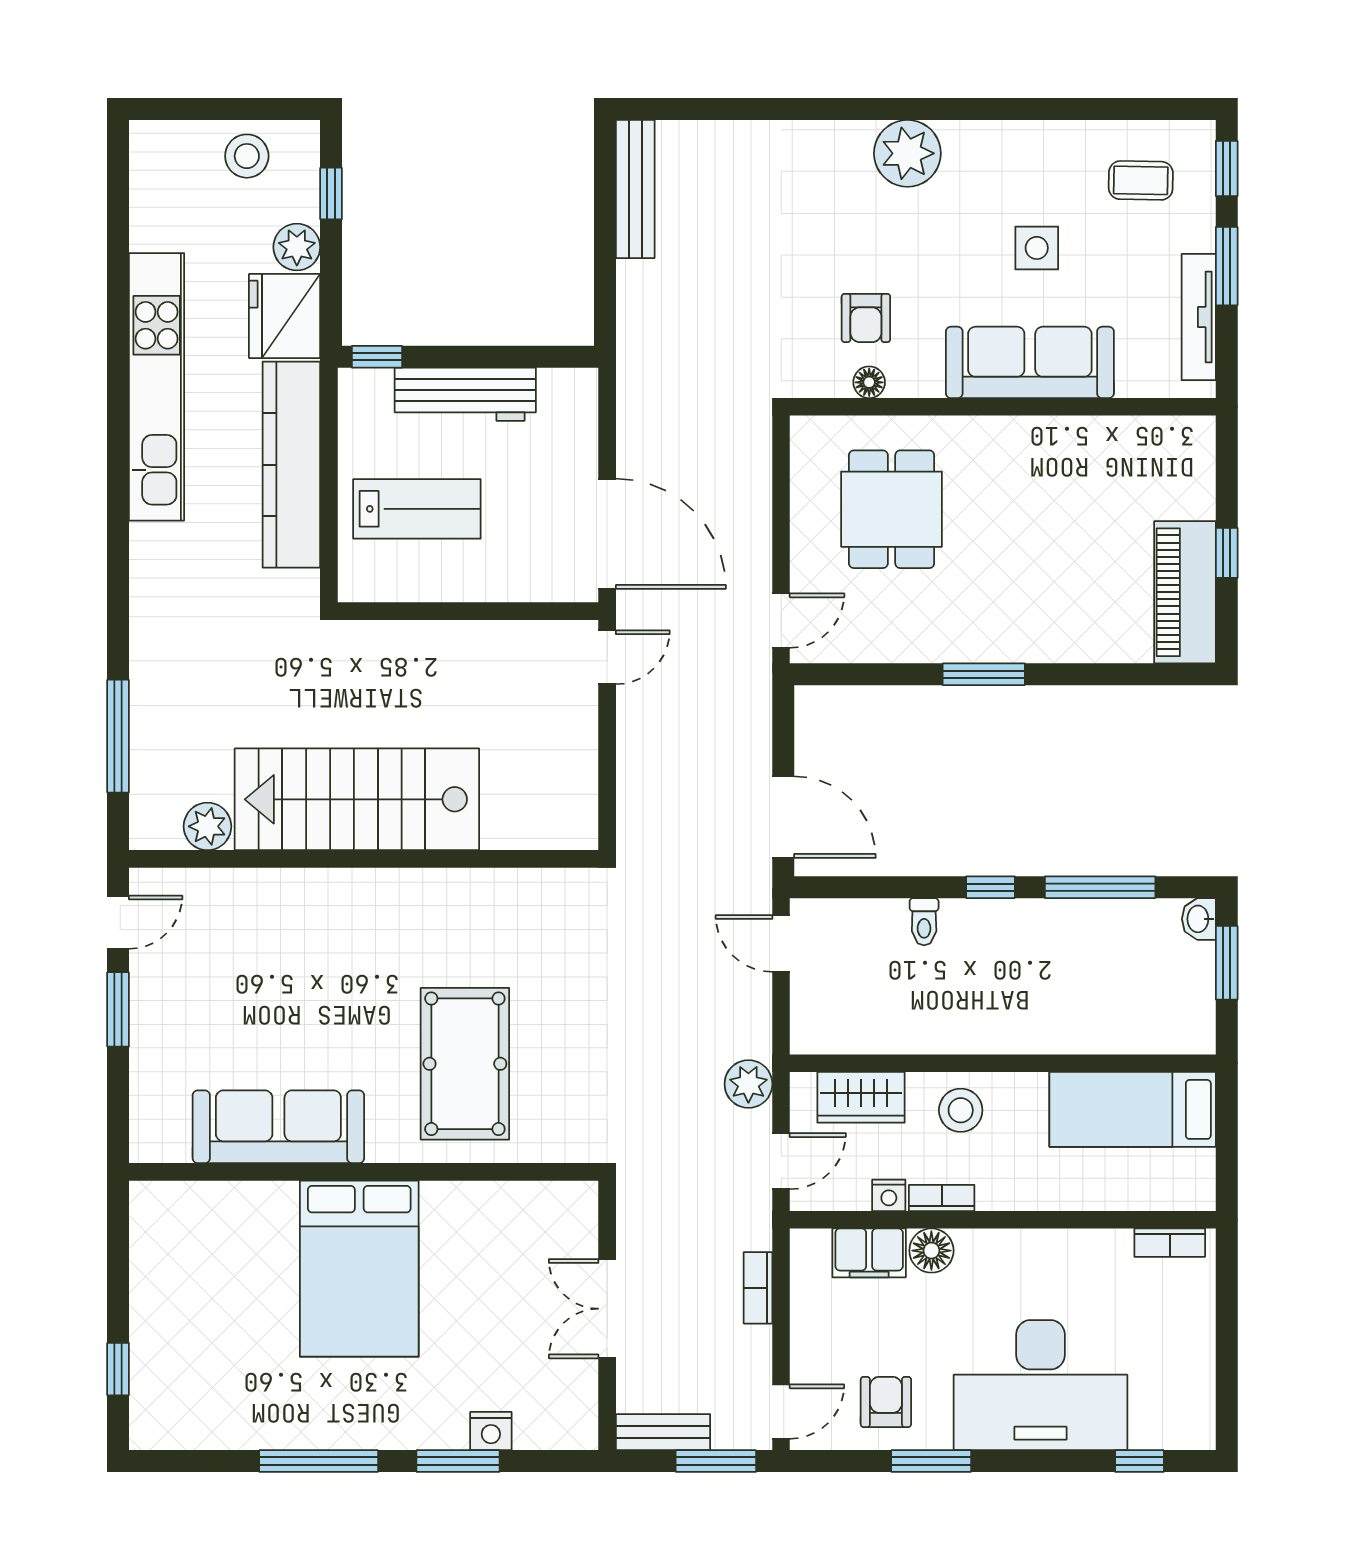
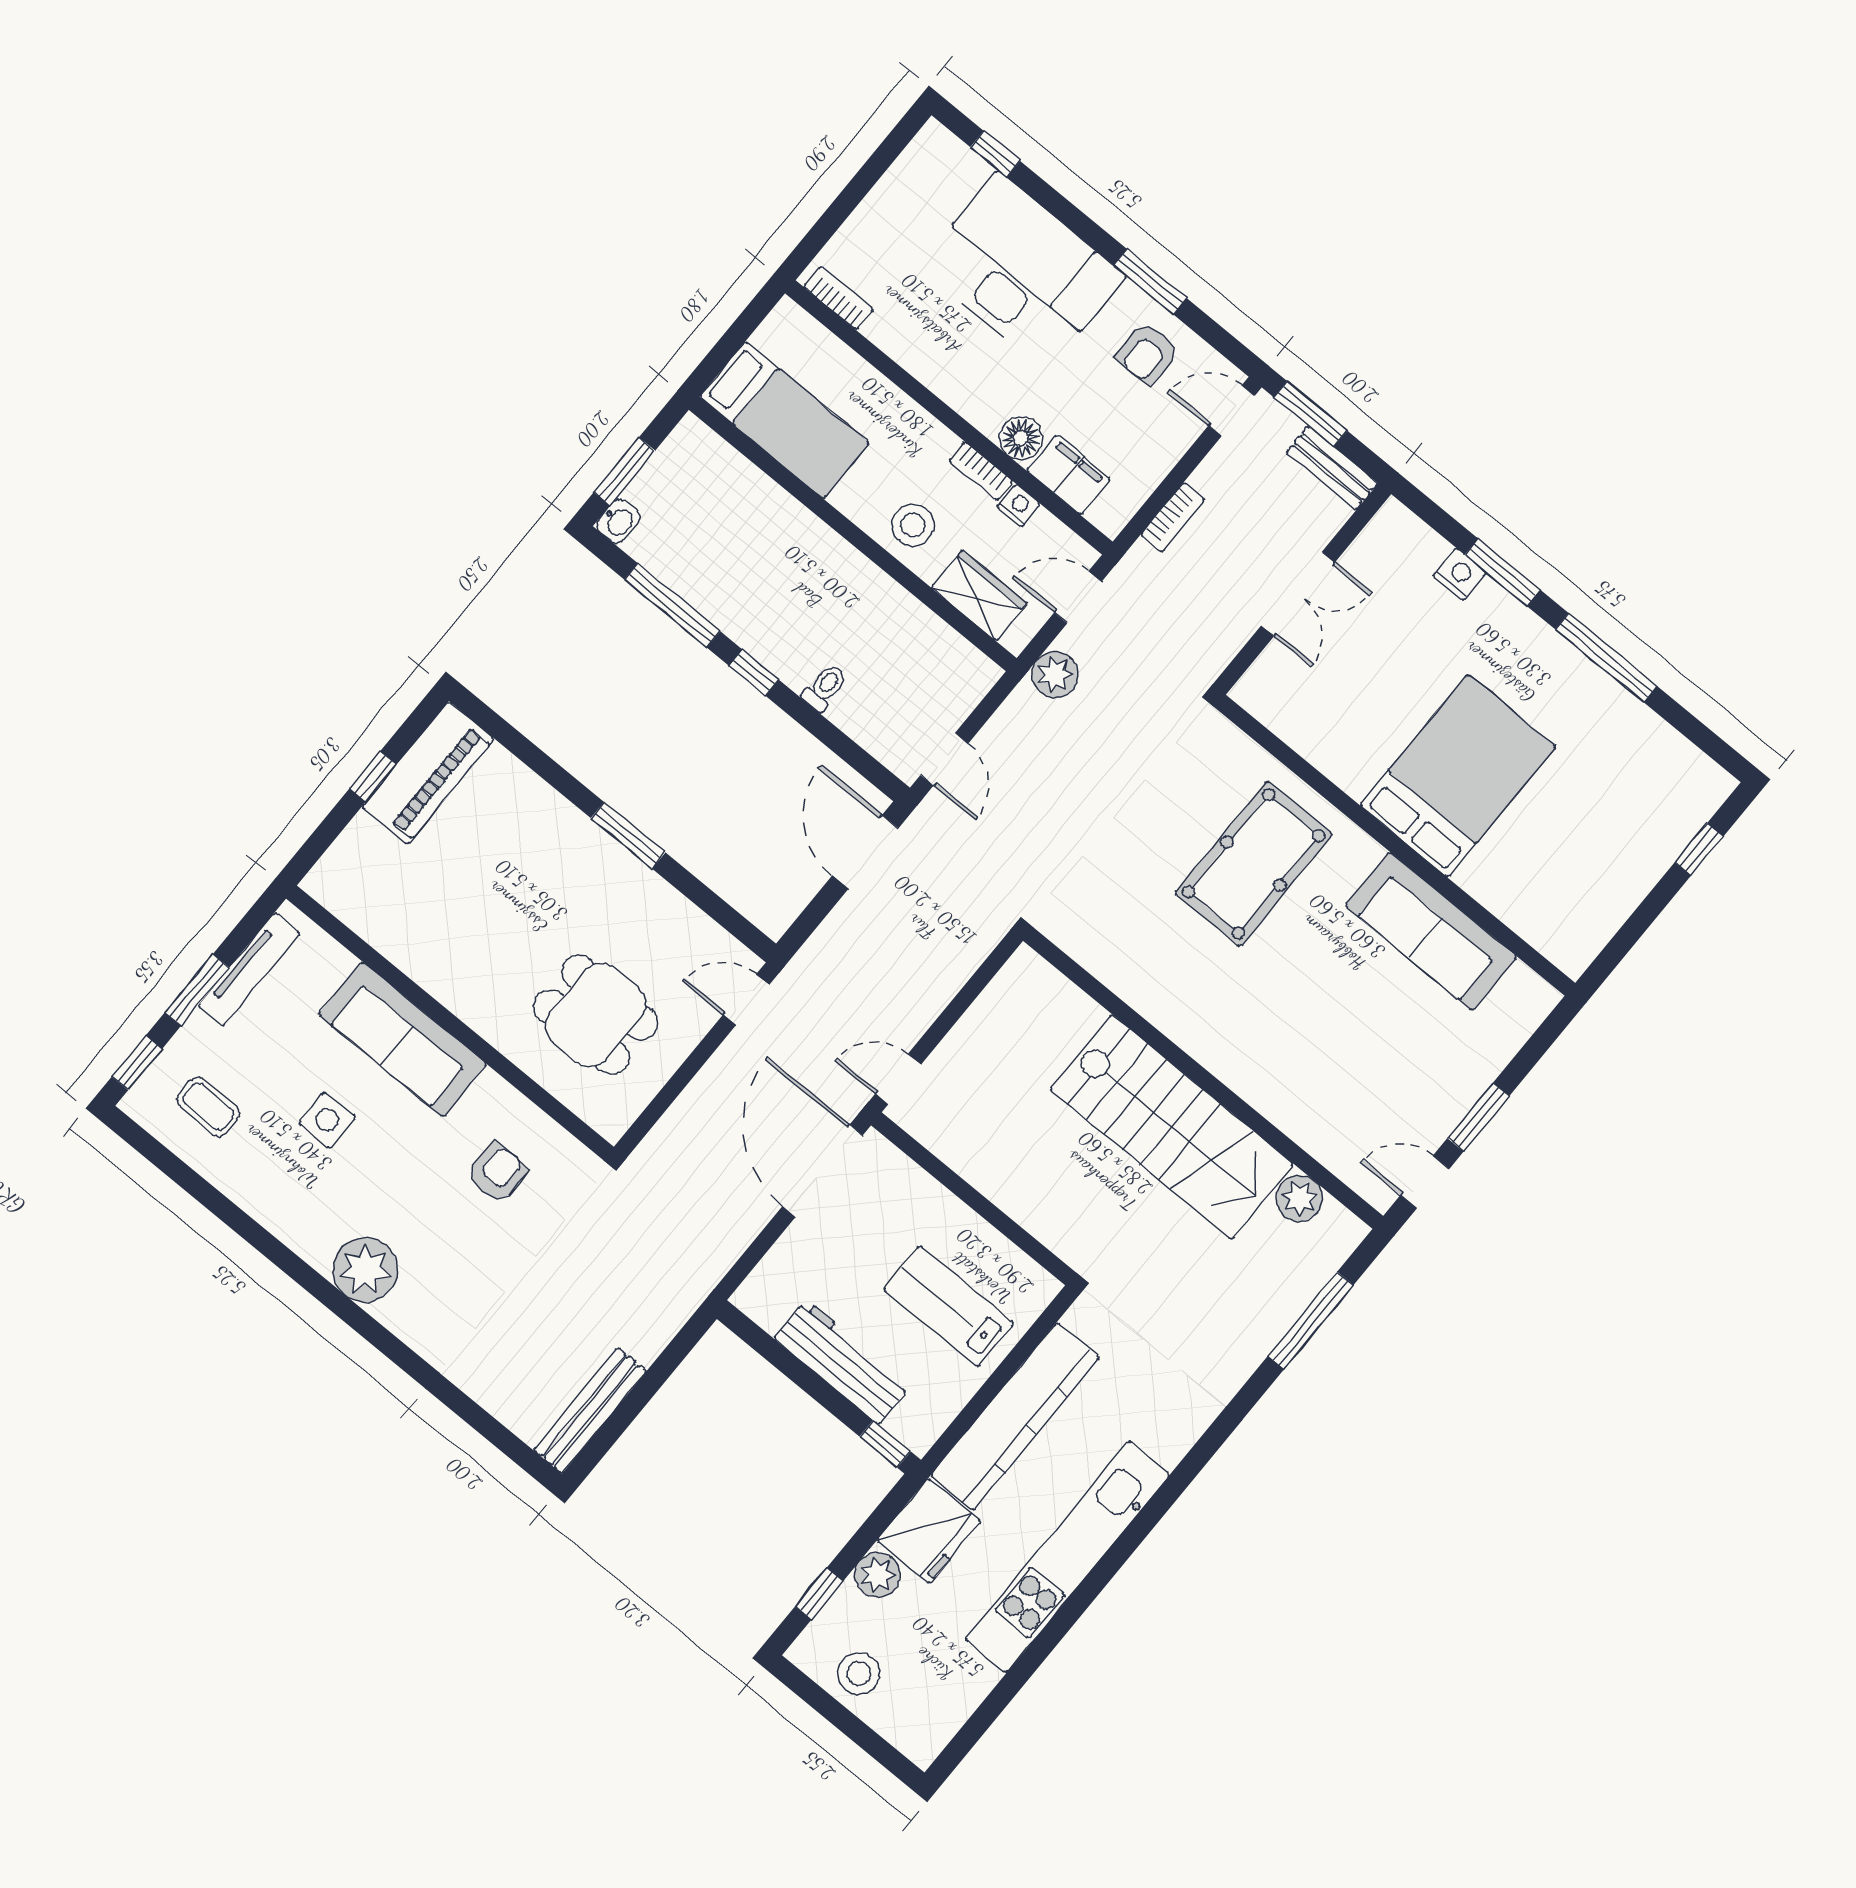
floor lamp: (869, 382) -> (534, 1123), removed
dining table: (892, 509) -> (596, 1015), turned 90

